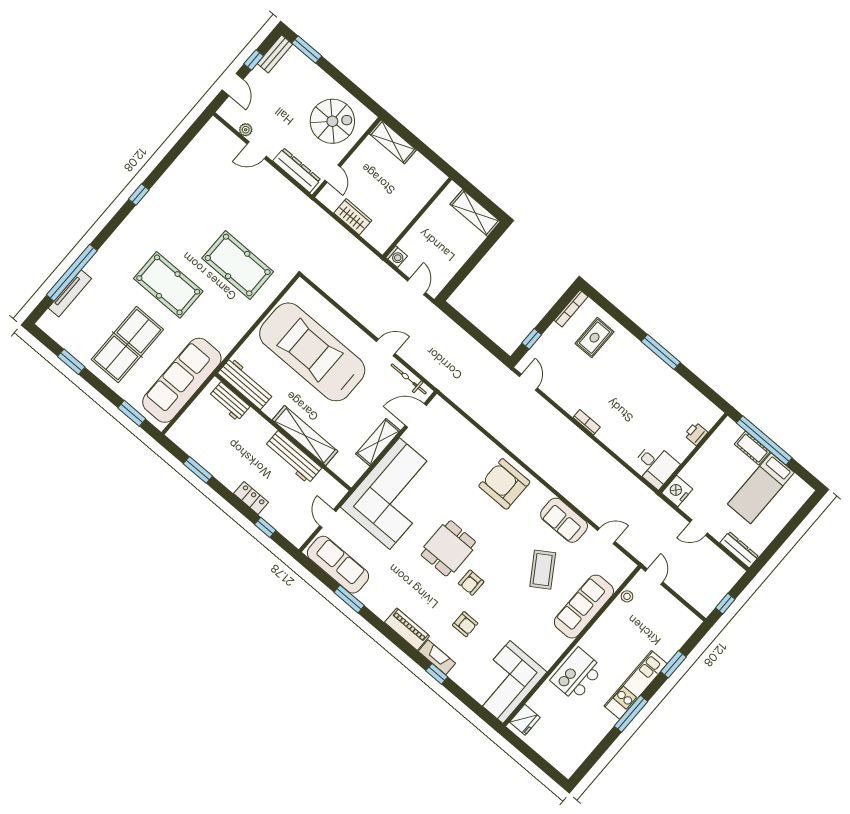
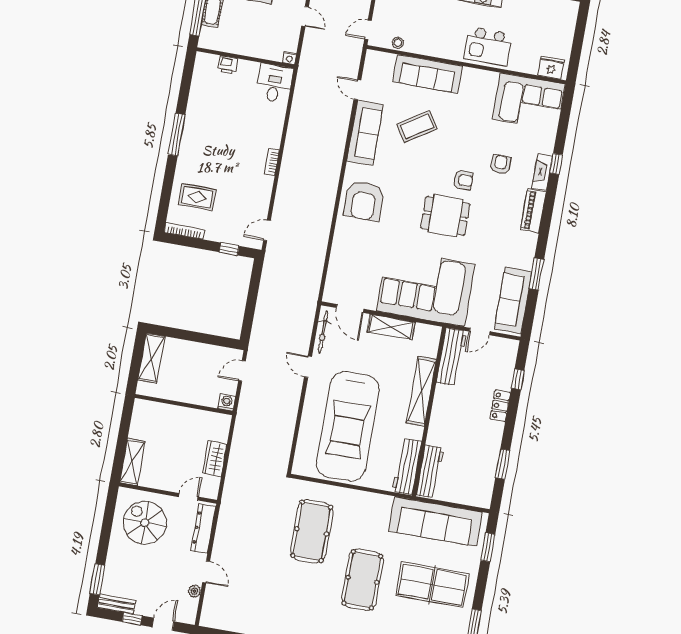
workbench: (229, 401) -> (430, 471), width x1.38
workbench: (293, 457) -> (451, 357), moved
nightstand: (677, 491) -> (290, 58), width x0.53, depth x0.56
sofa: (564, 520) -> (365, 133), width x1.36

